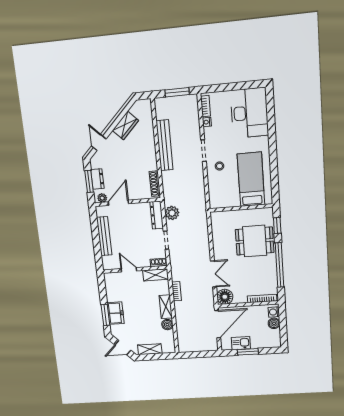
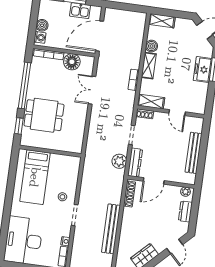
window: (89, 181) -> (194, 211), removed
door: (118, 203) -> (154, 181), moved
floor lamp: (225, 297) -> (72, 62), moved
shelving: (150, 349) -> (162, 21), moved

